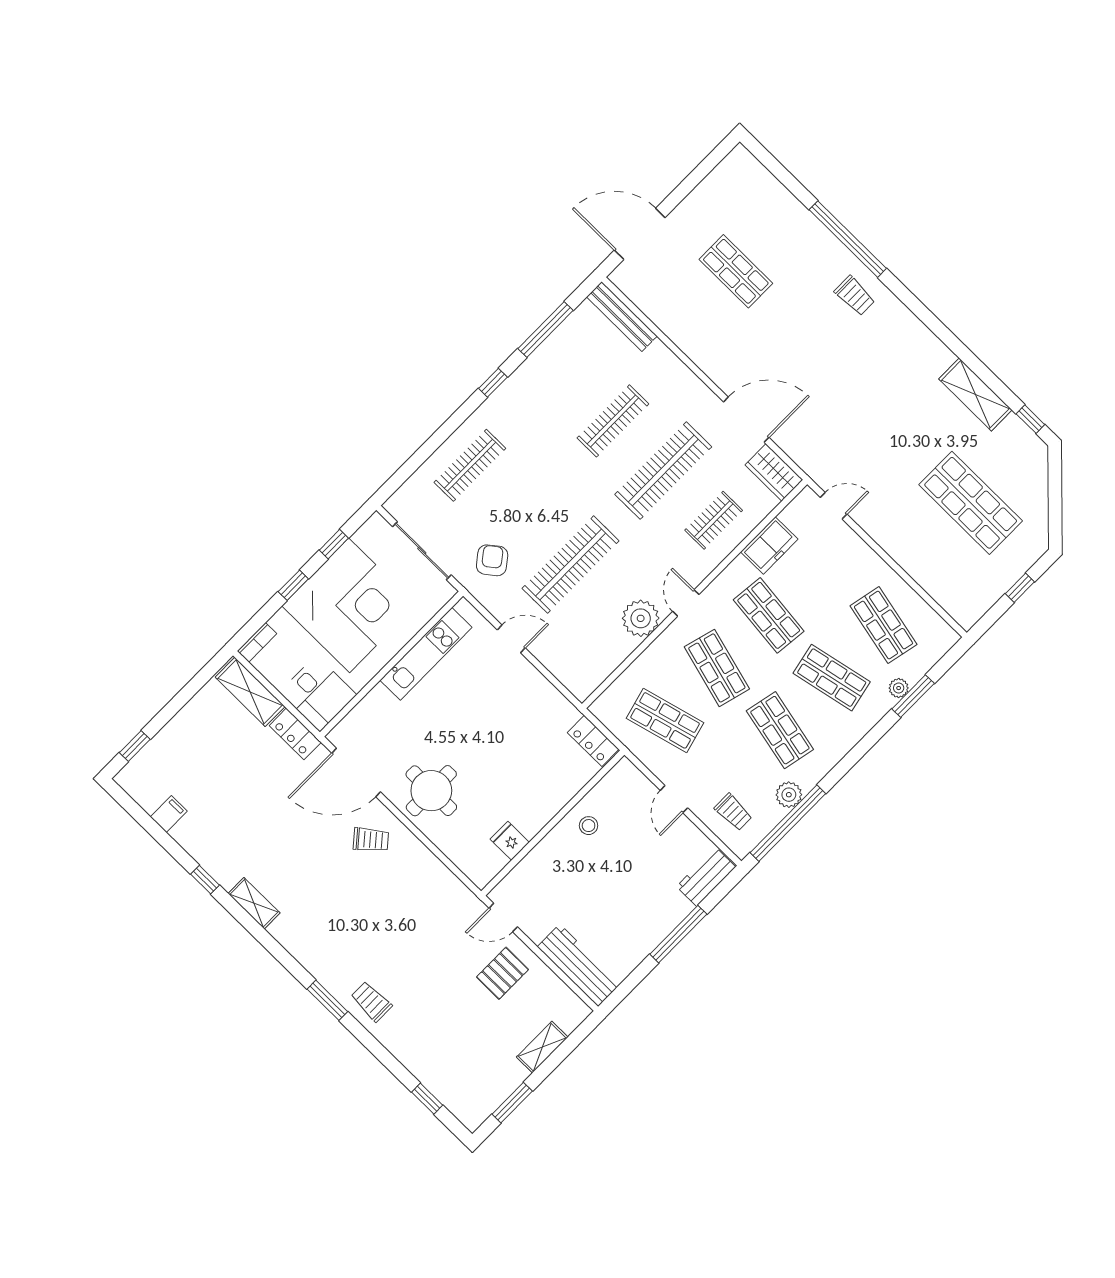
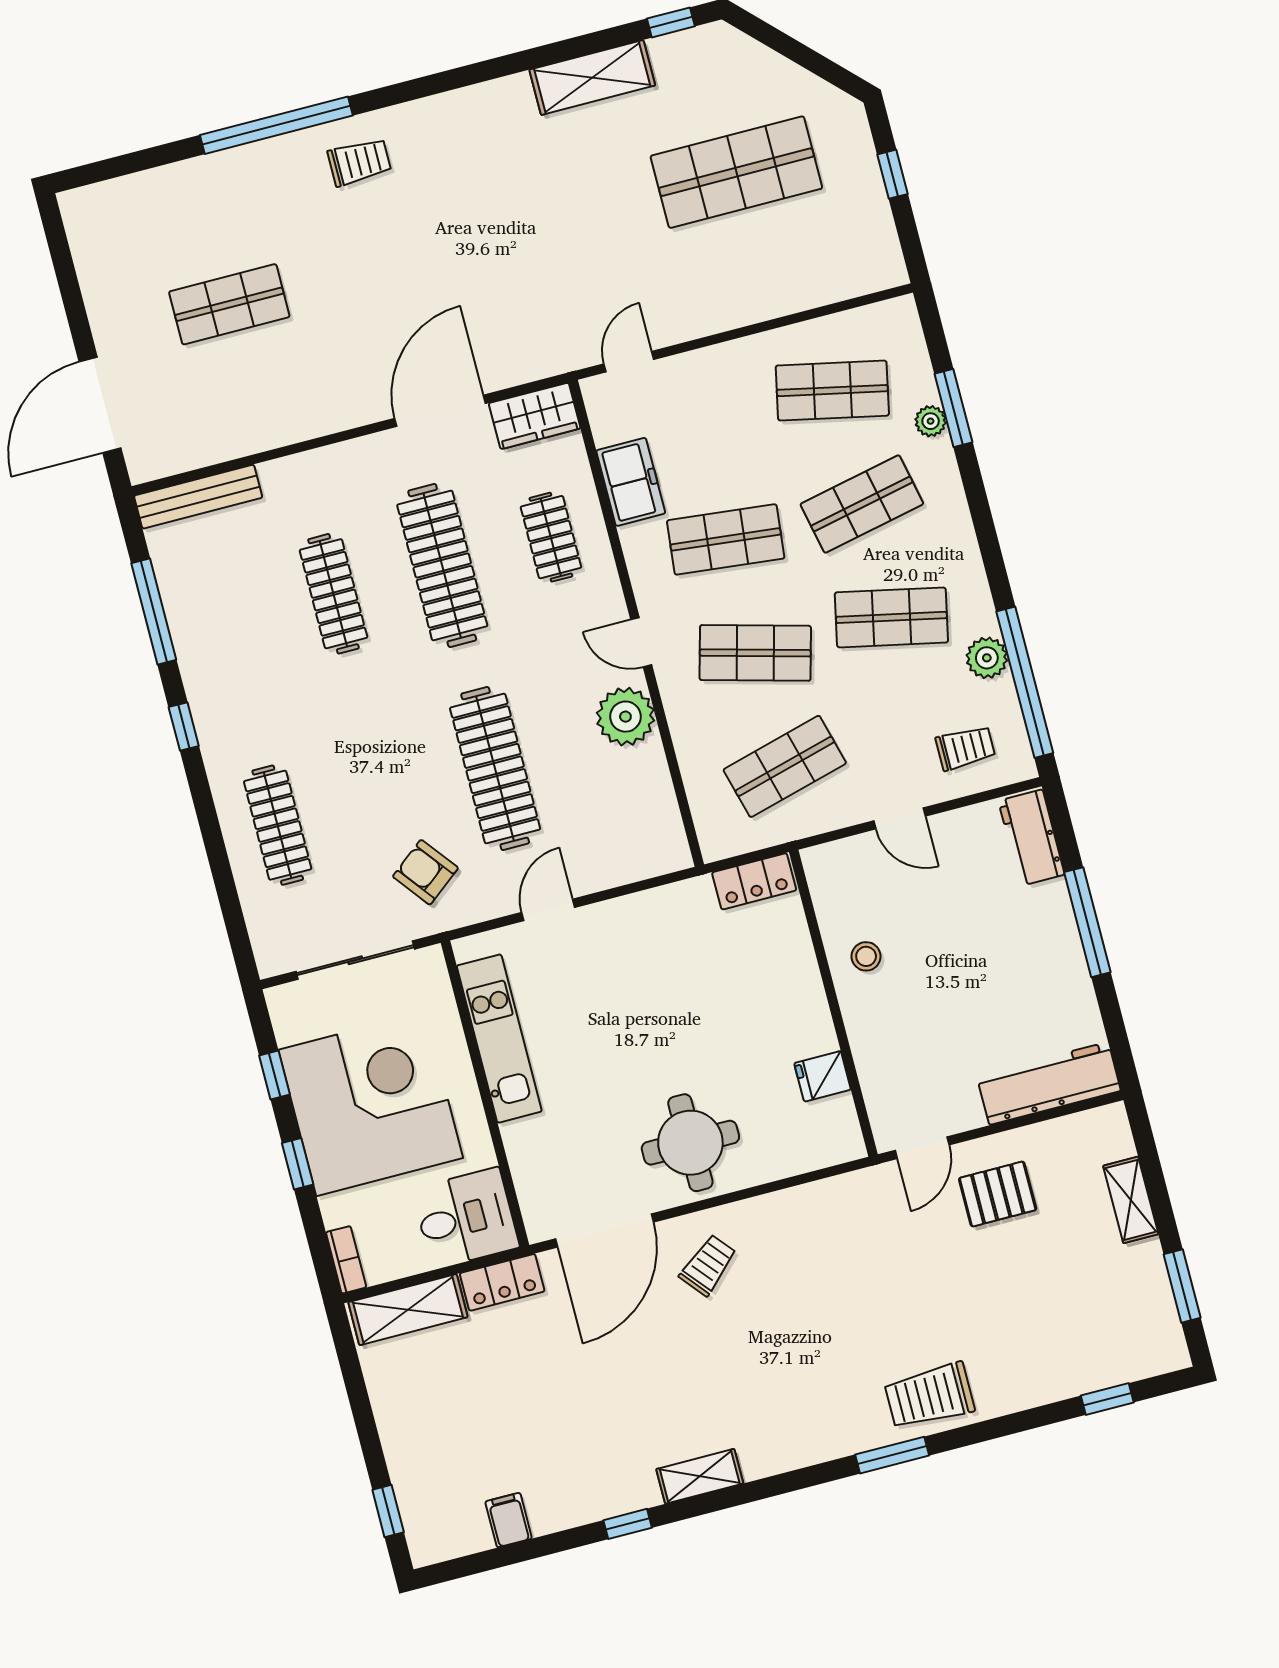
pallet: (503, 973) -> (998, 1194), turned 90
trolley: (371, 1001) -> (929, 1396), width x1.36, depth x1.39

